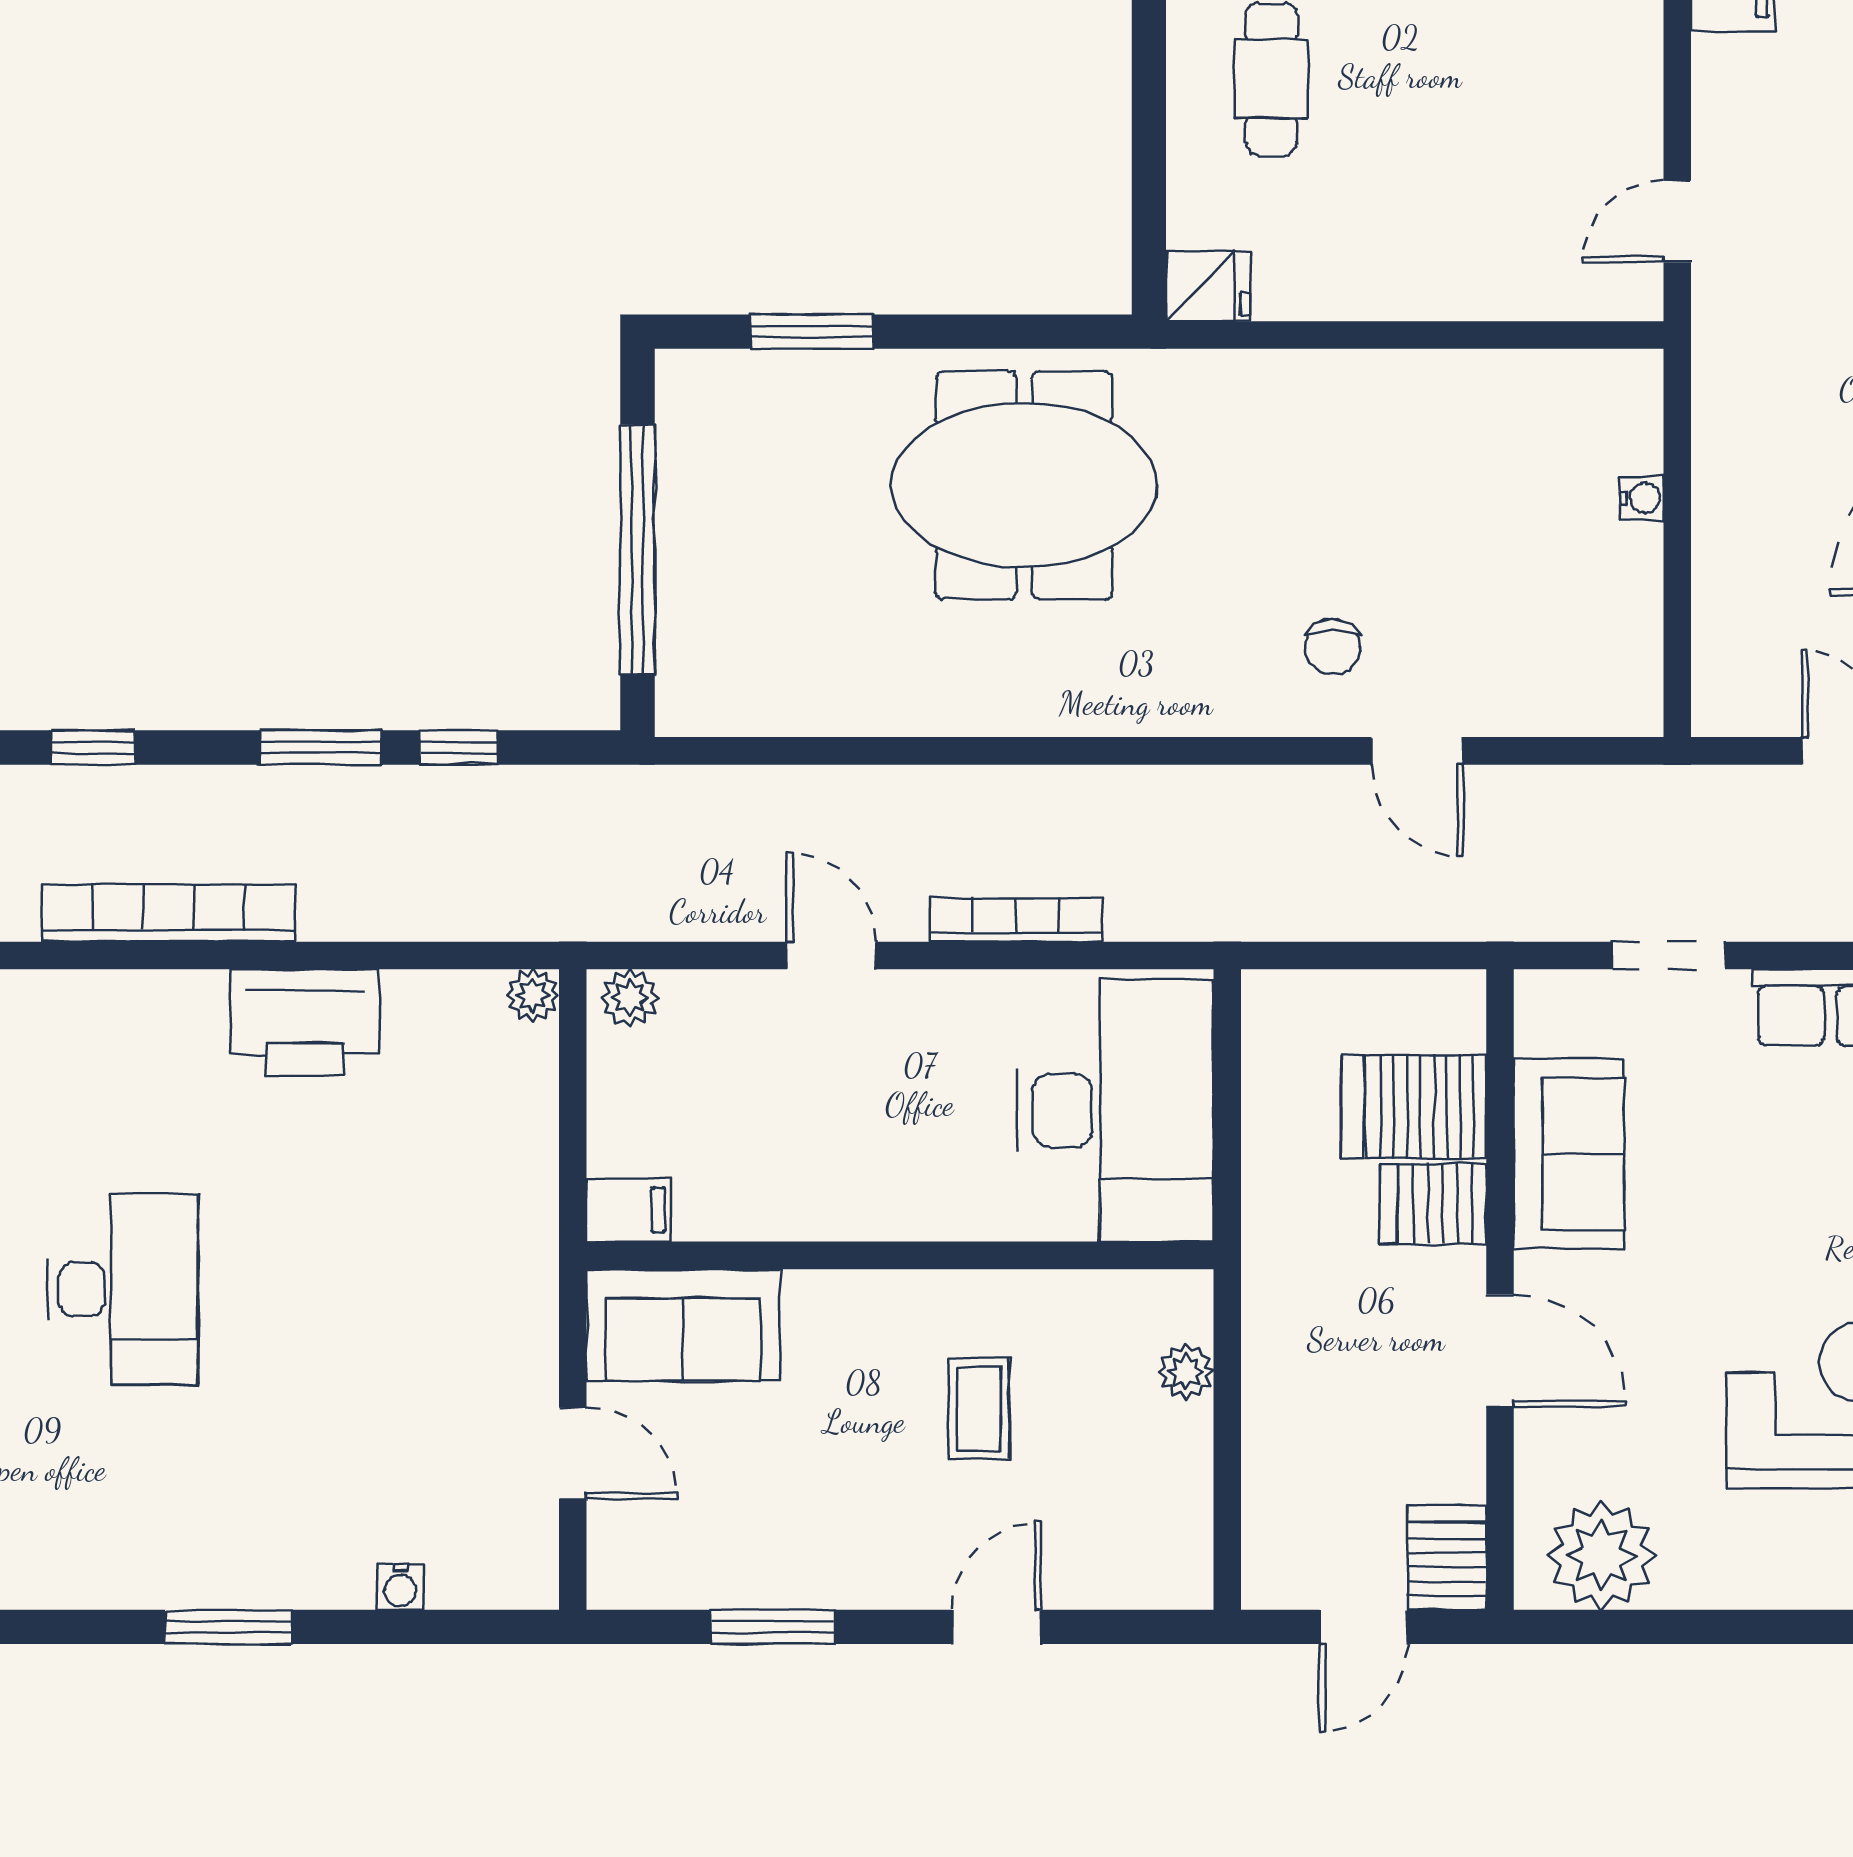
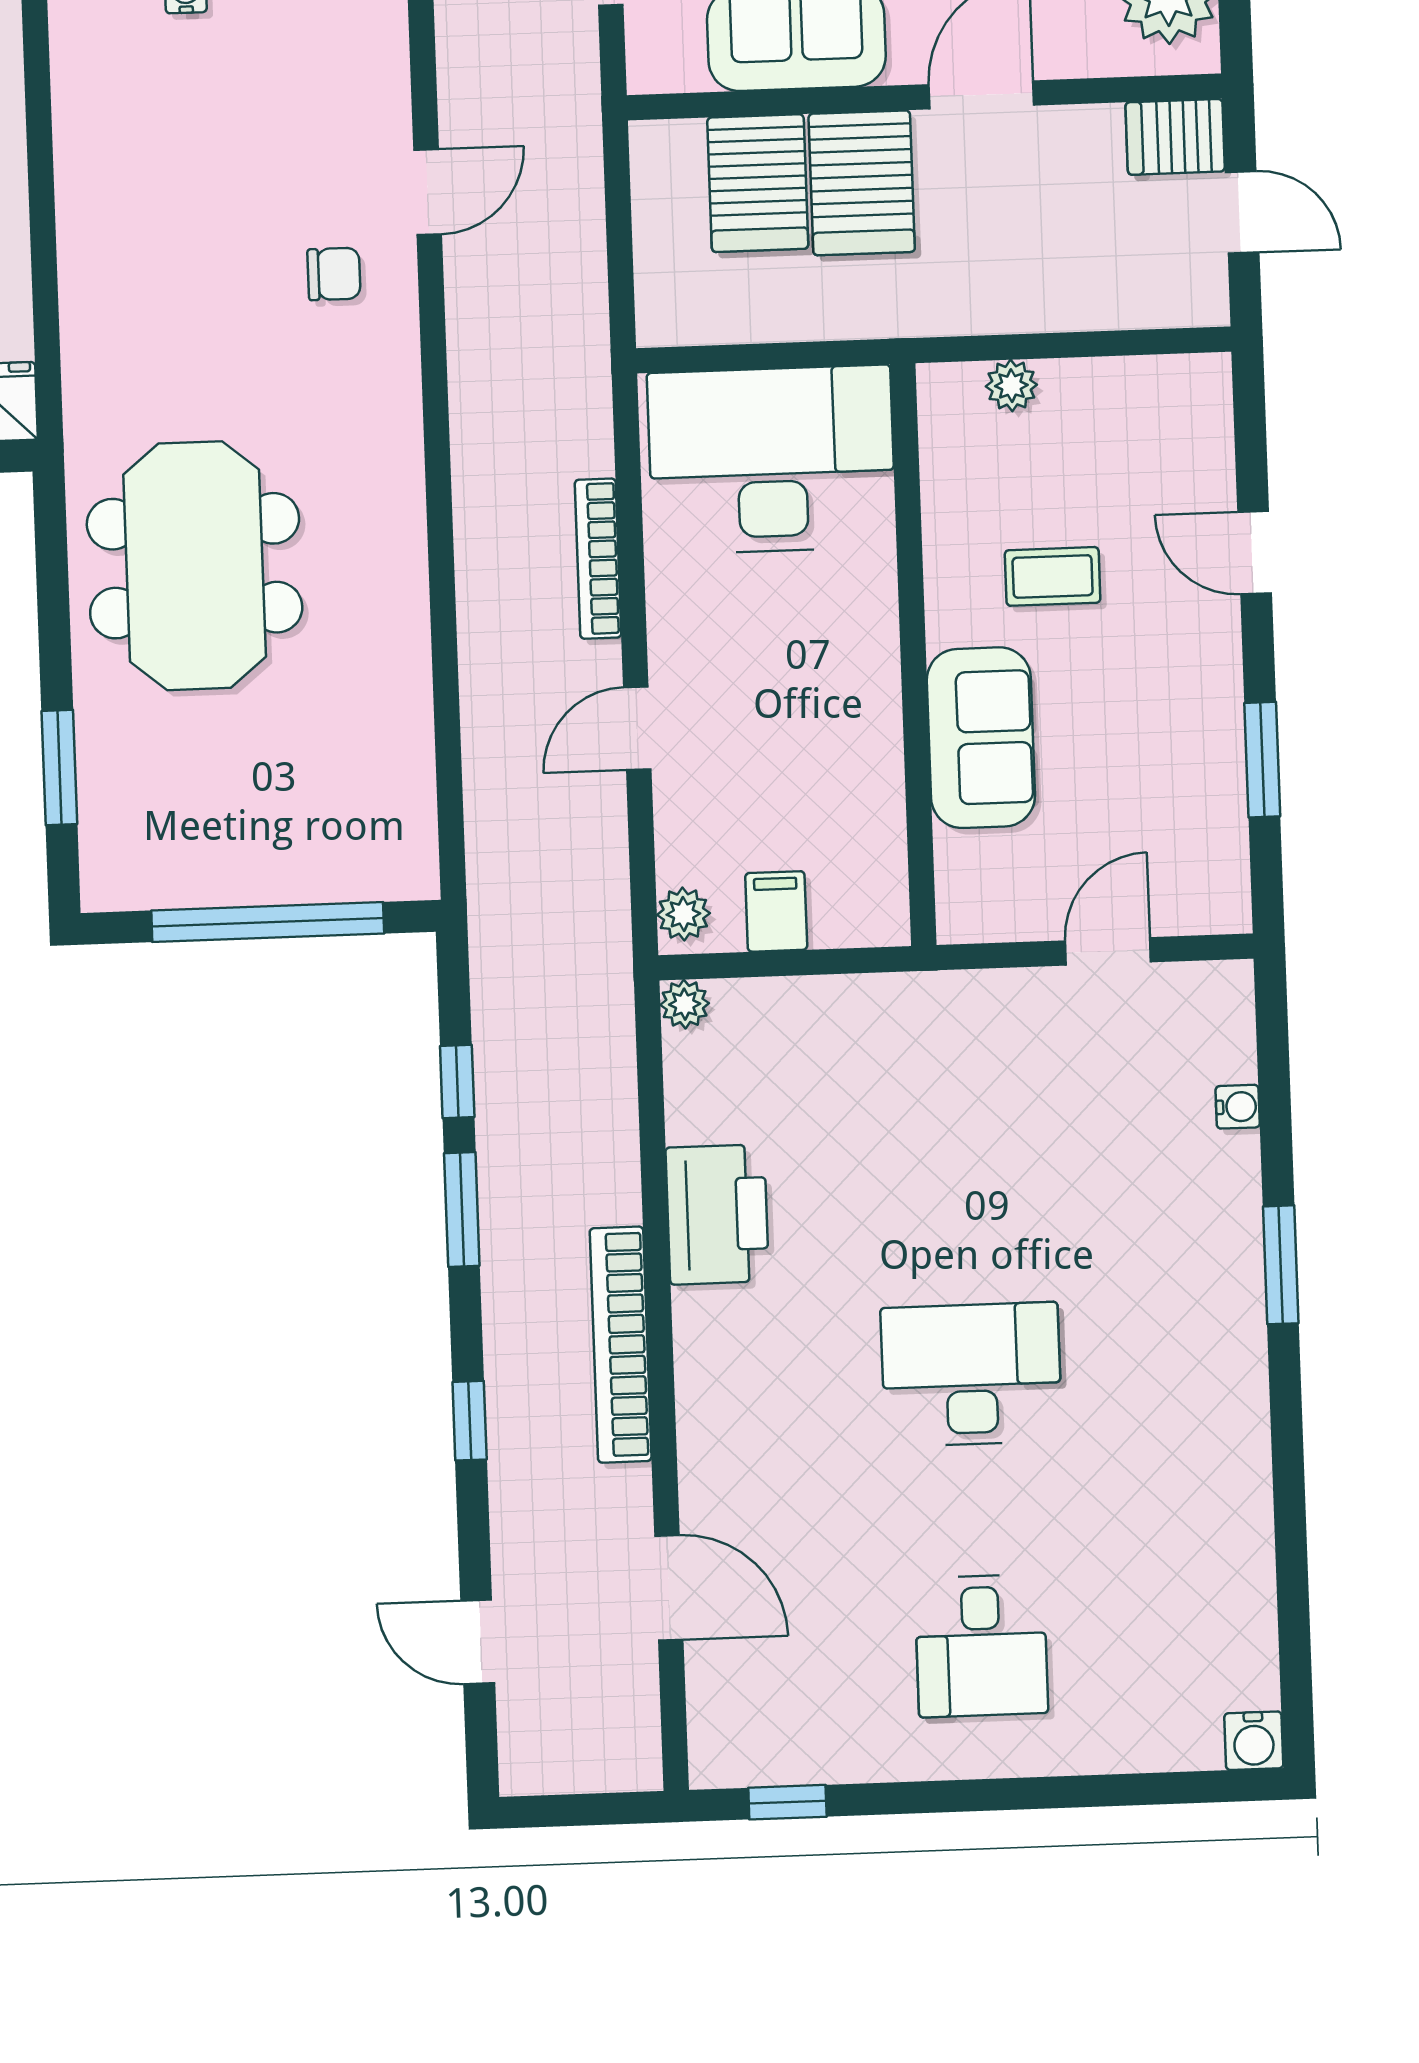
server rack: (1433, 1204) -> (862, 183), width x1.36, depth x1.44
filing cabinet: (629, 1210) -> (776, 911), moved
sofa: (683, 1325) -> (981, 738), moved

